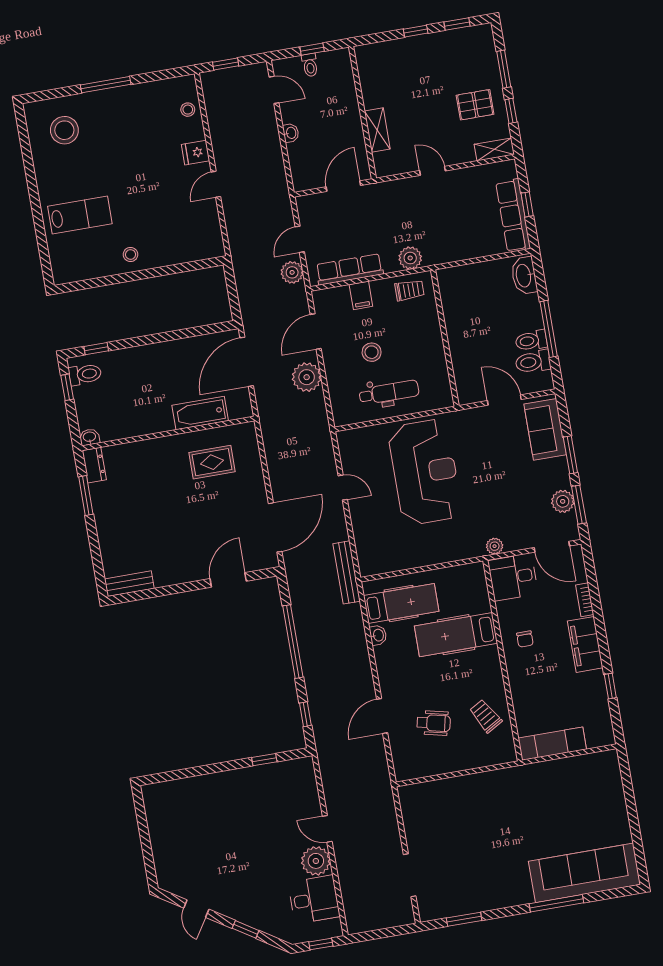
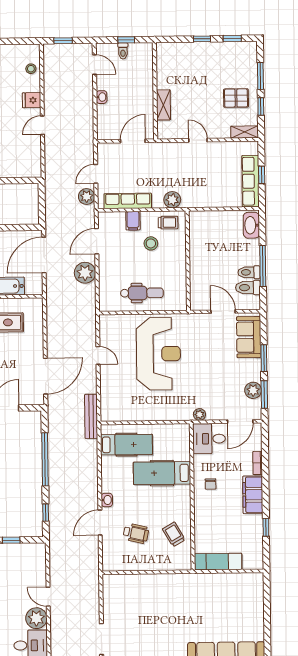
stool: (372, 352) -> (151, 243), moved
door: (552, 547) -> (240, 421), hinge flipped
washbasin: (378, 635) -> (107, 500), moved

